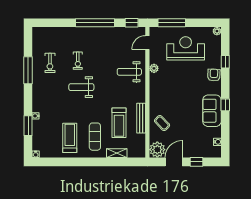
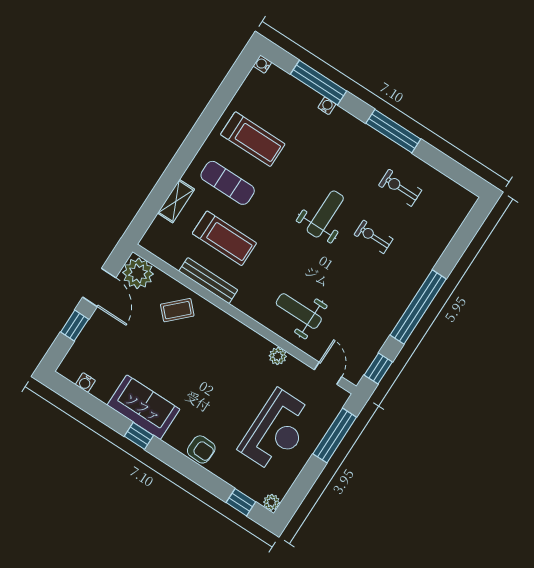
window: (225, 62) -> (241, 502), moved
window: (28, 70) -> (393, 131), moved
weight bench: (129, 72) -> (299, 311), turned -90
treadmill: (119, 123) -> (224, 238), turned 180
window: (28, 126) -> (319, 83), width x1.44

